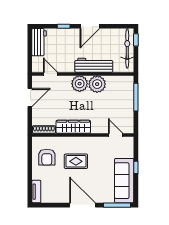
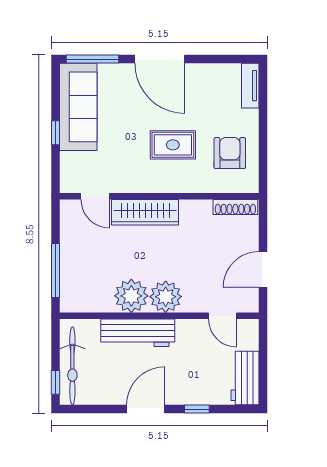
wardrobe: (73, 127) -> (145, 212), moved

